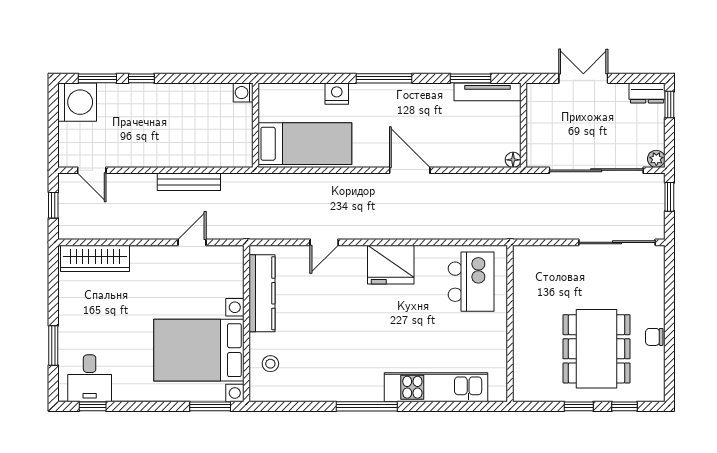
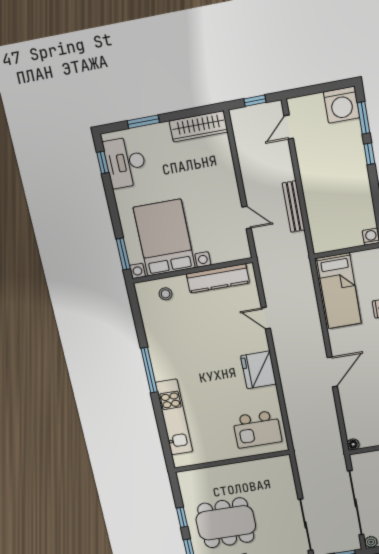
wardrobe: (95, 258) -> (199, 126), moved, turned -90
desk: (90, 378) -> (125, 162), width x1.37

